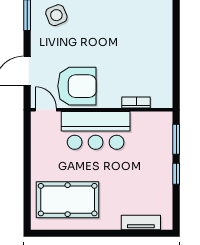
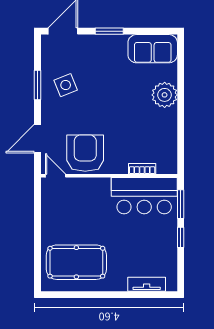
plant: (159, 25) -> (165, 95), added
armchair: (77, 86) -> (85, 153), turned -90
bar counter: (96, 130) -> (144, 196), moved

